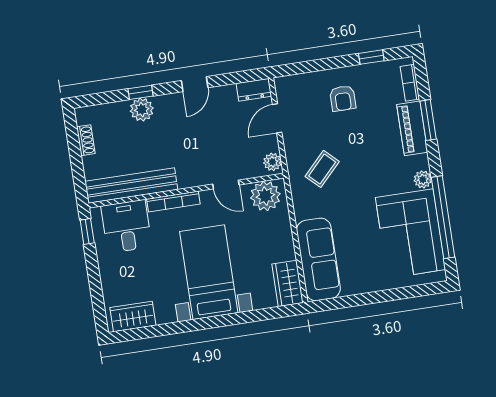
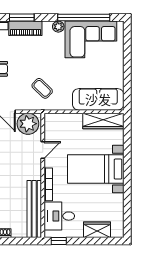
plant: (272, 162) -> (28, 124), width x1.87, depth x1.87
plant: (265, 196) -> (54, 126), removed
wardrobe: (288, 283) -> (103, 121), width x1.50
wardrobe: (133, 316) -> (97, 230), moved, turned 90

